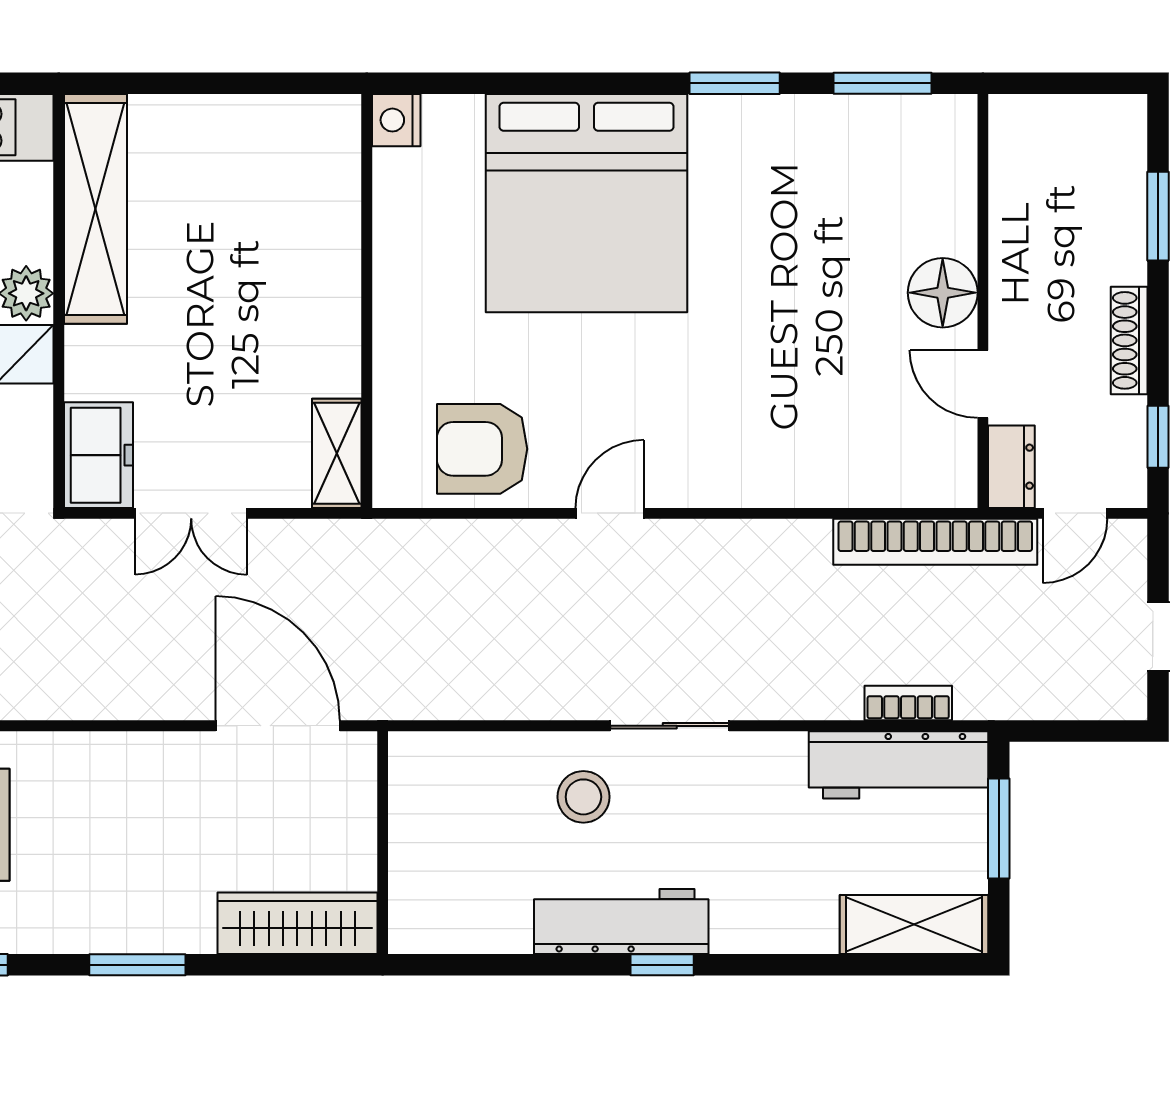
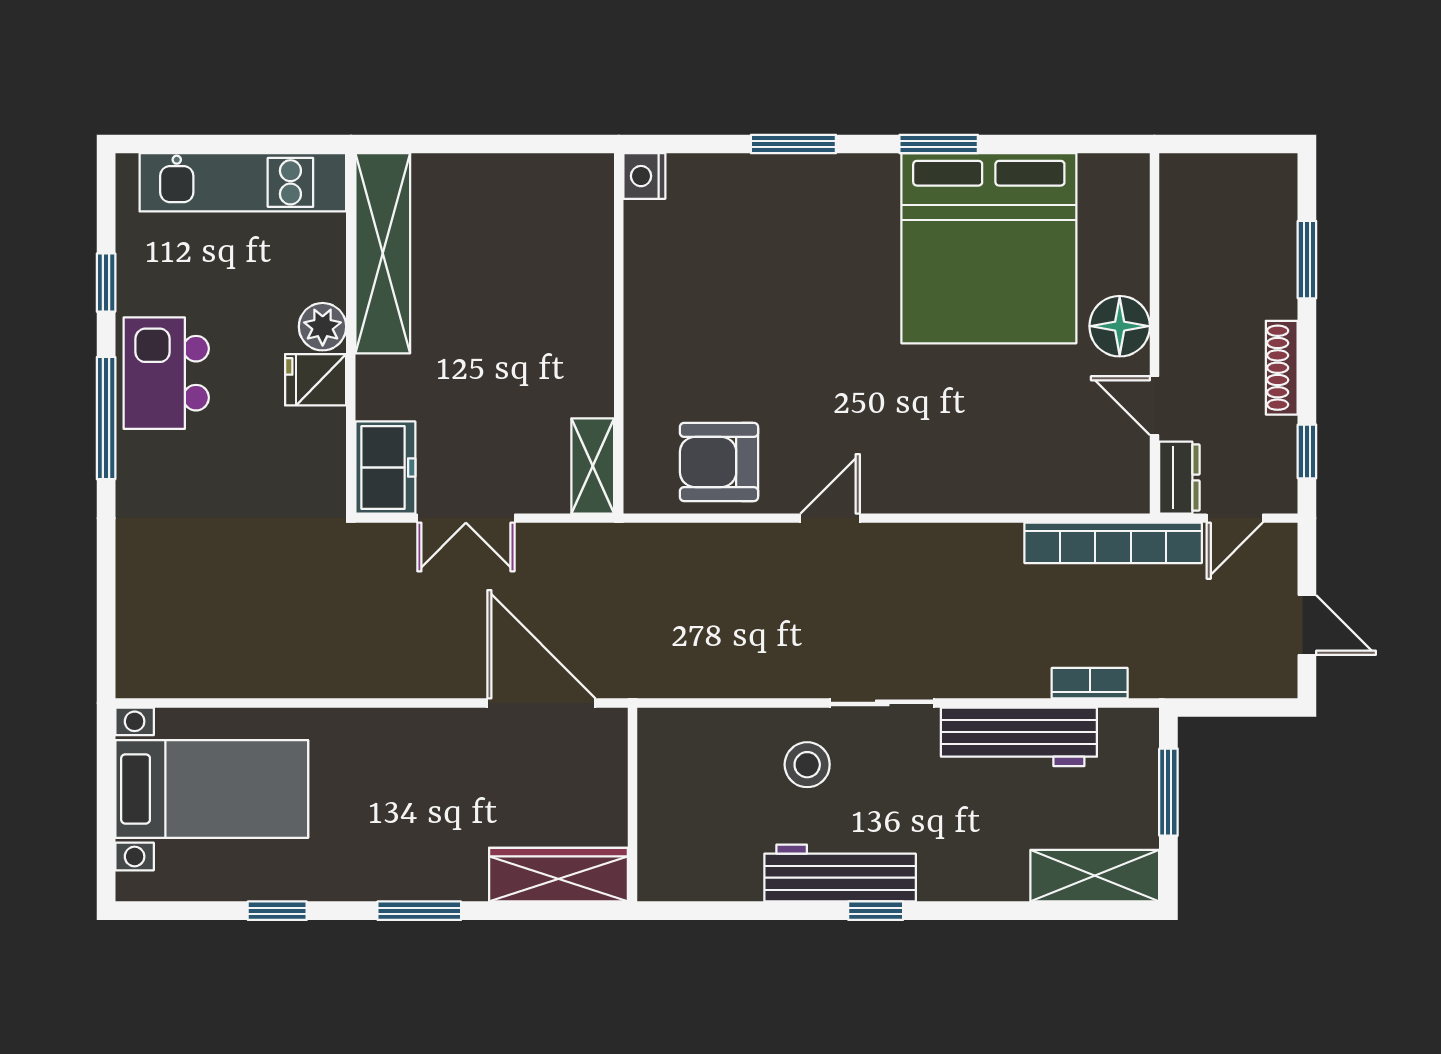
window: (883, 83) -> (793, 144), moved
bed: (587, 203) -> (989, 248), moved
workbench: (898, 765) -> (1019, 737), moved

